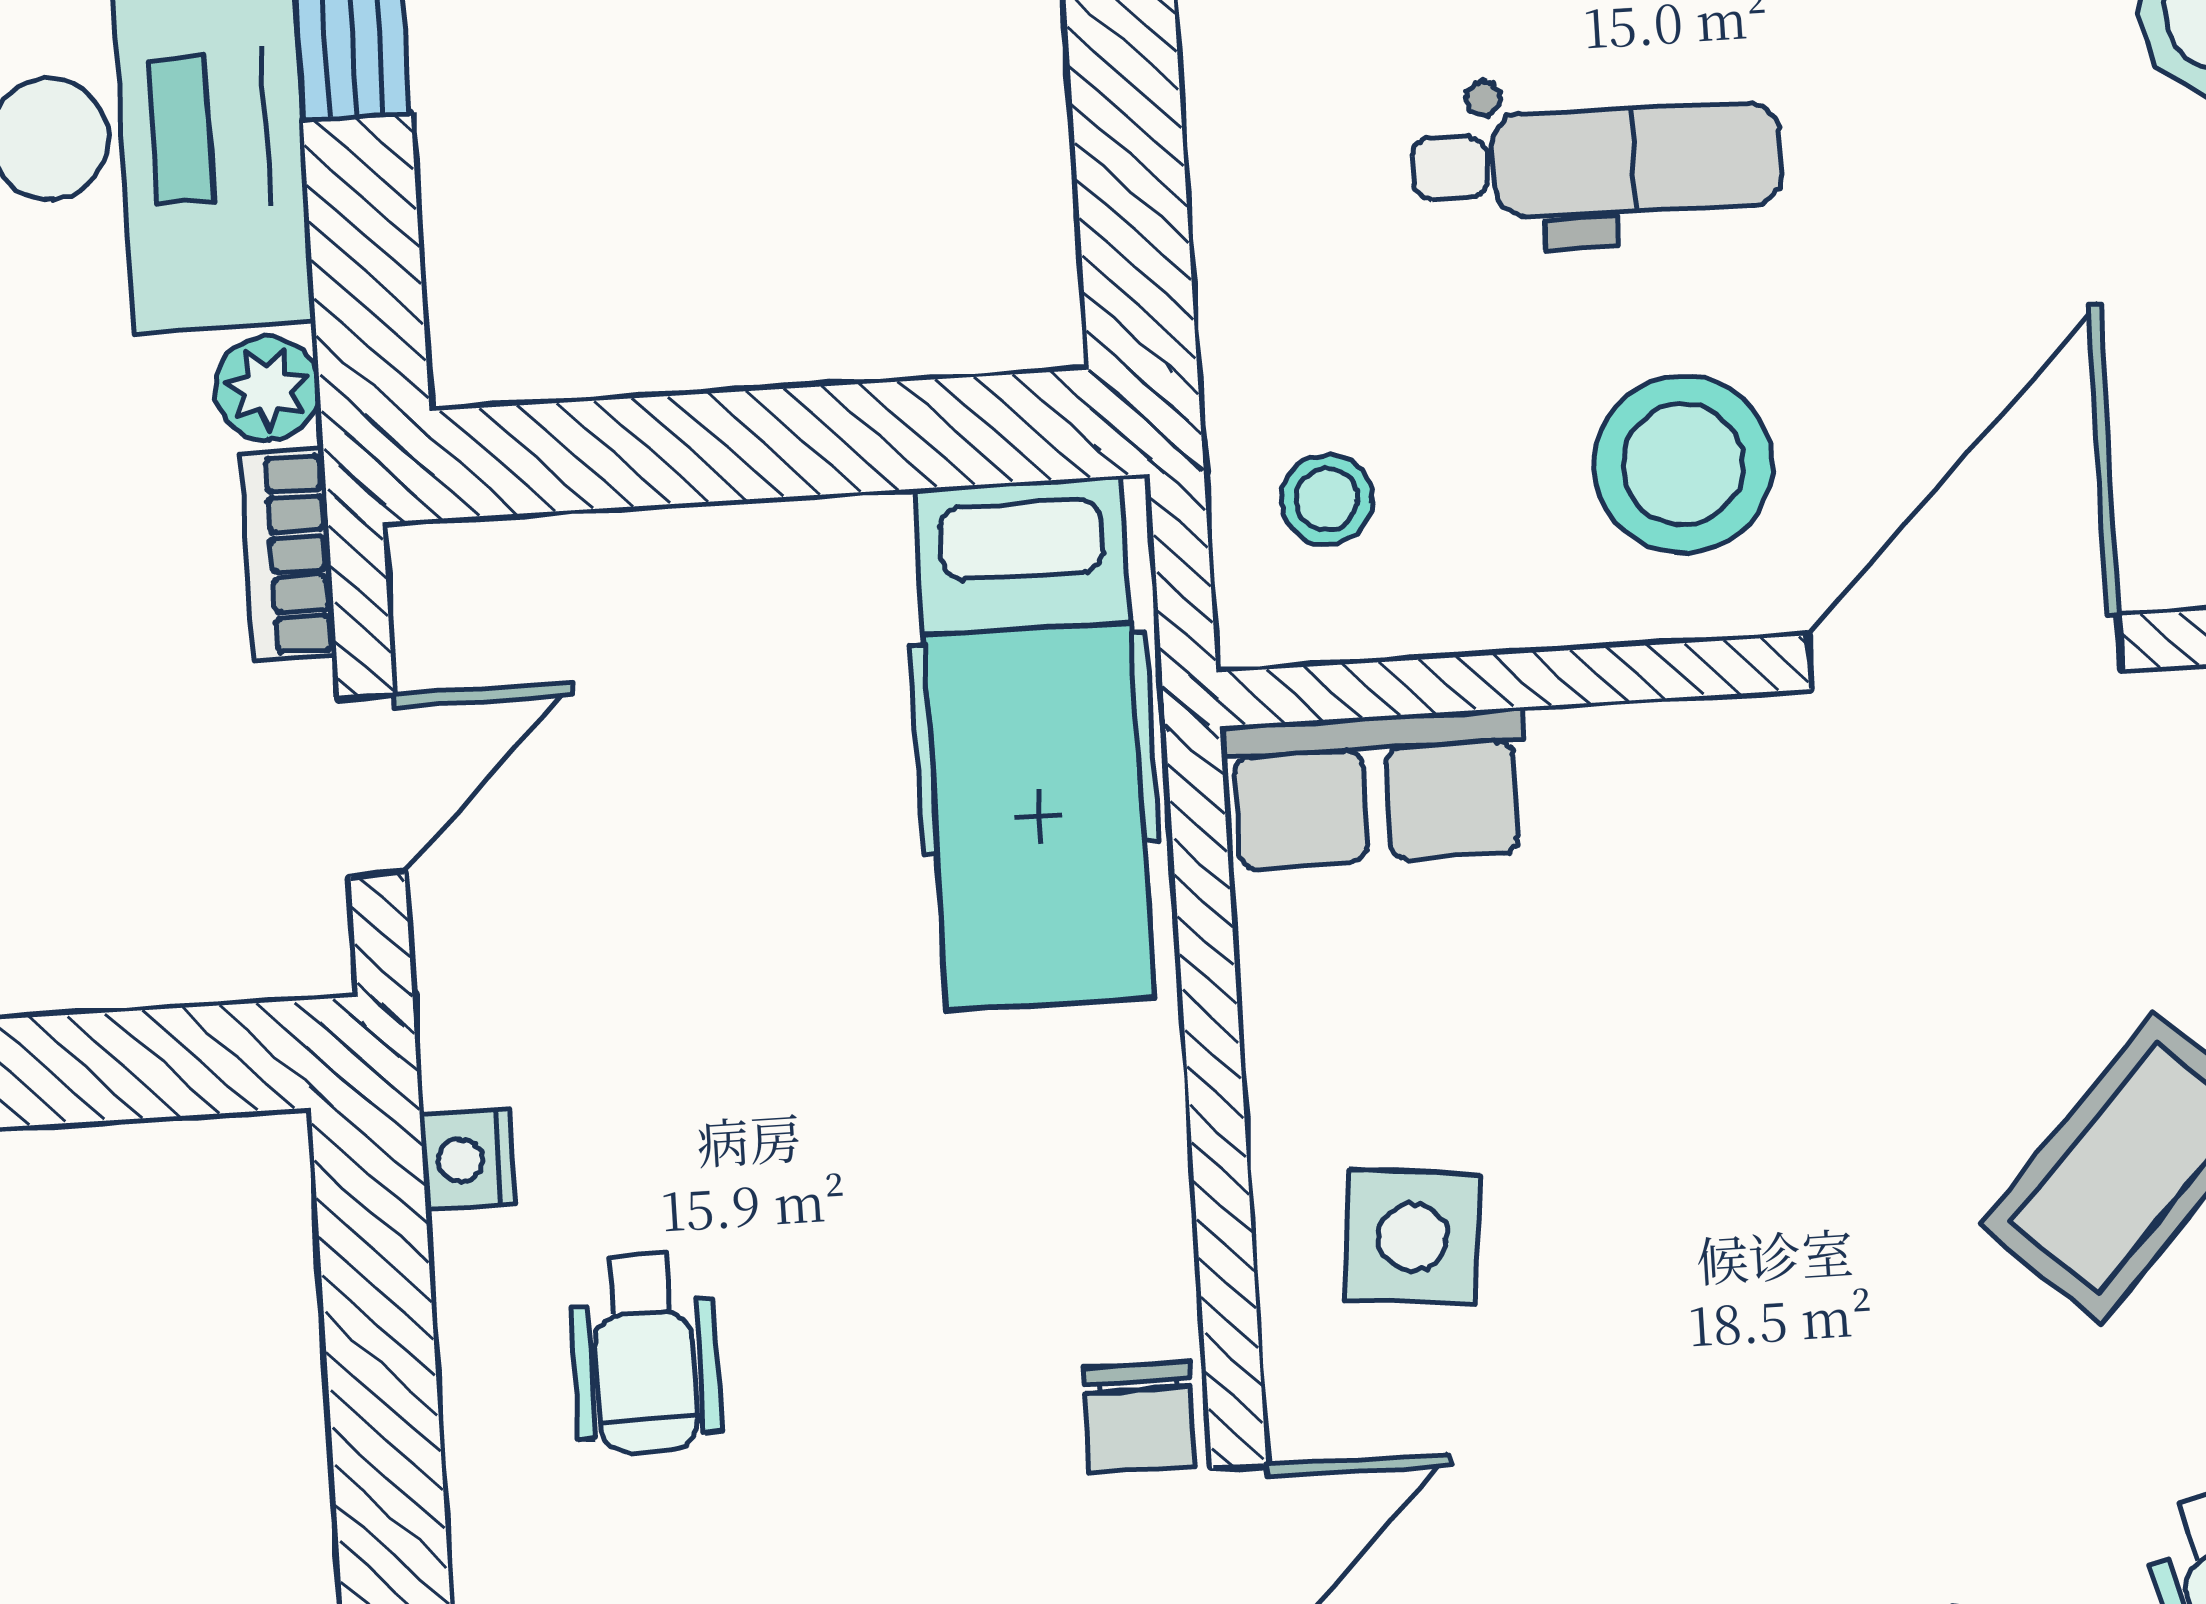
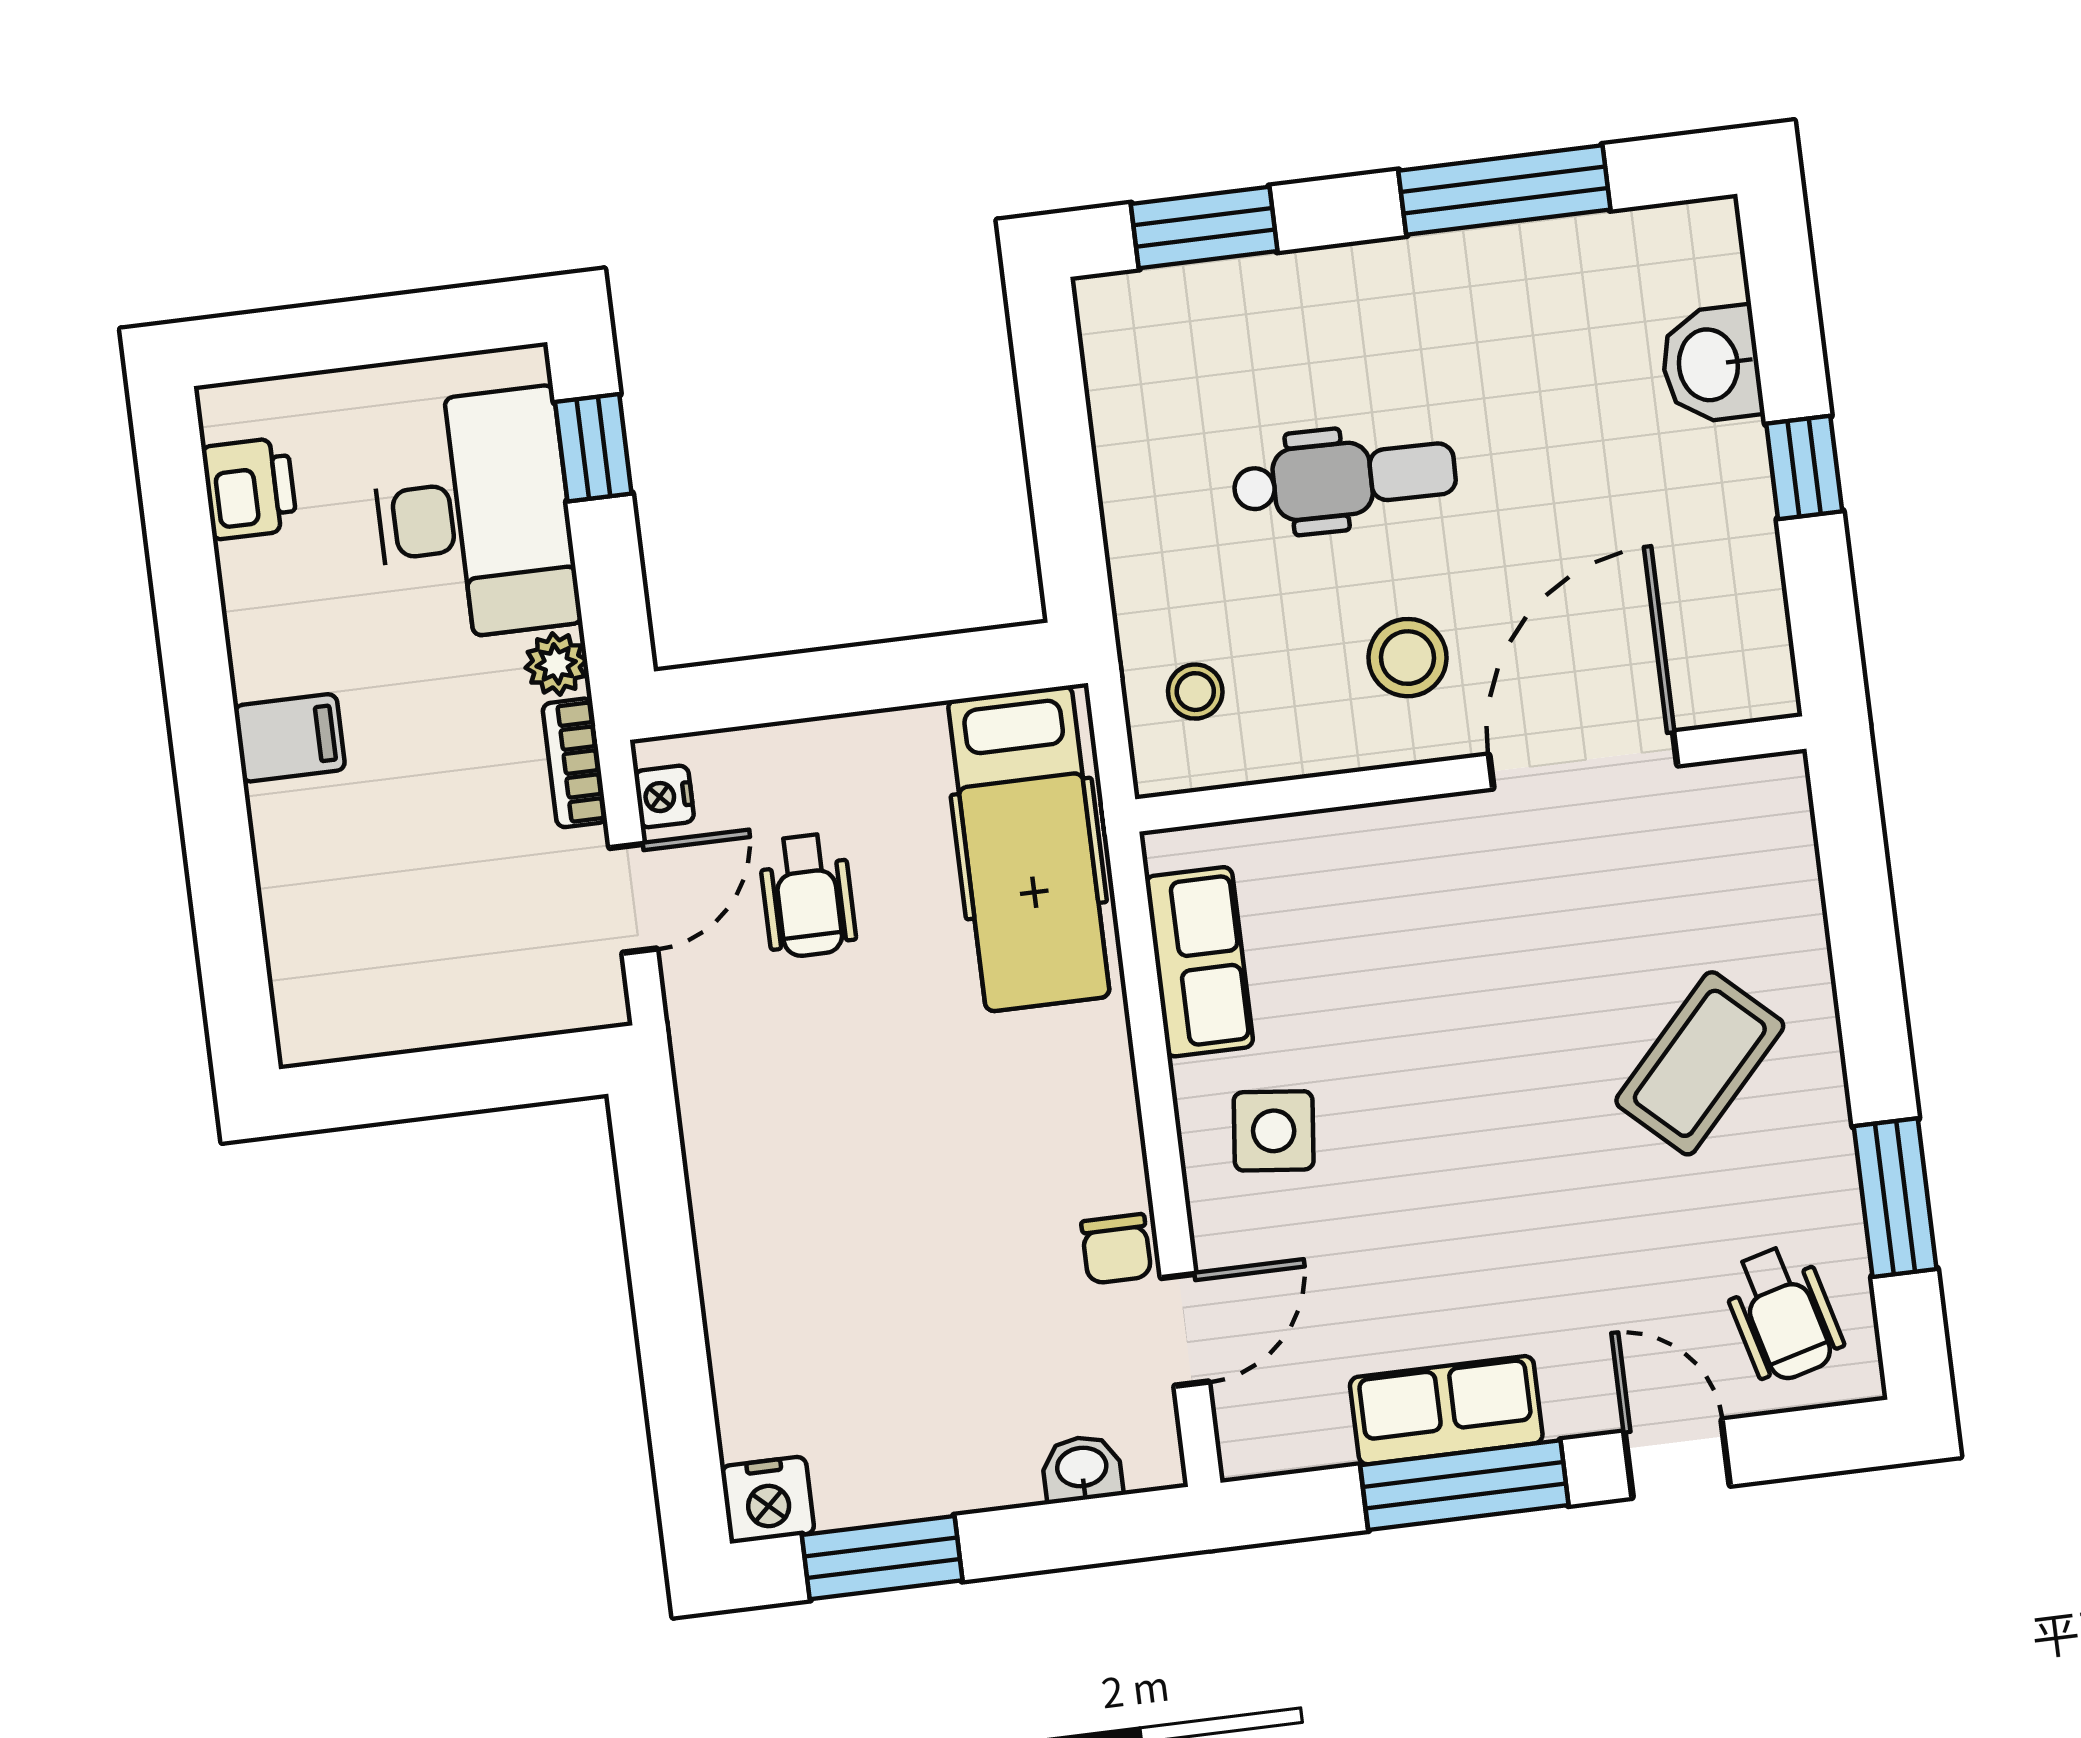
stool: (1683, 464) -> (1408, 658), width x0.73, depth x0.73
row of seats: (1375, 789) -> (1199, 962), moved, turned -90
nightstand: (468, 1160) -> (664, 796), moved
wheelchair: (645, 1353) -> (808, 895), moved

